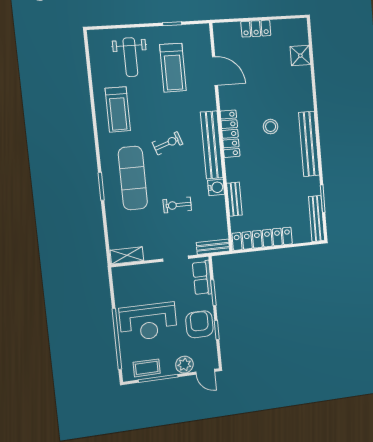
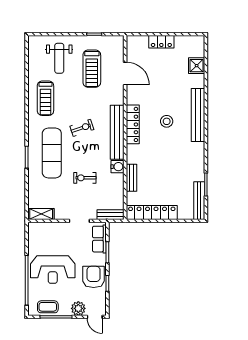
bench: (309, 144) -> (198, 115), moved

